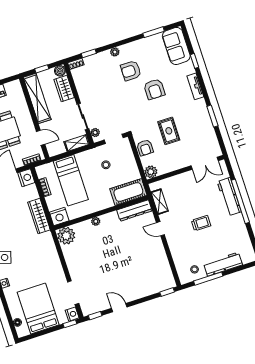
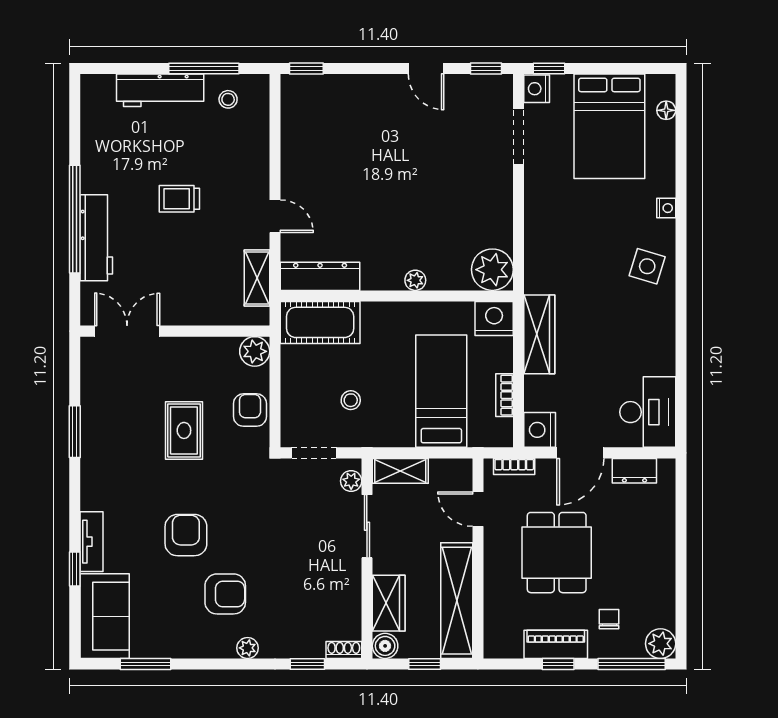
tv unit: (195, 86) -> (92, 542), moved

